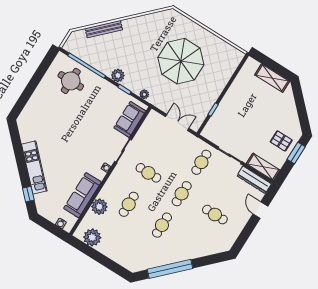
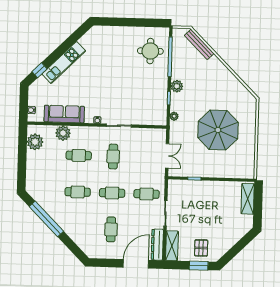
bench: (104, 29) -> (199, 44), moved
shelving: (272, 78) -> (248, 199), moved
sofa: (130, 119) -> (147, 116), removed
door: (260, 210) -> (136, 264), width x1.87

